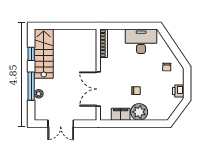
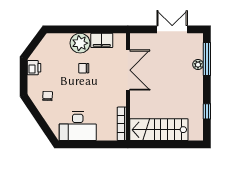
stairs: (44, 54) -> (159, 130), moved, turned 90
window: (31, 86) -> (207, 59), moved

